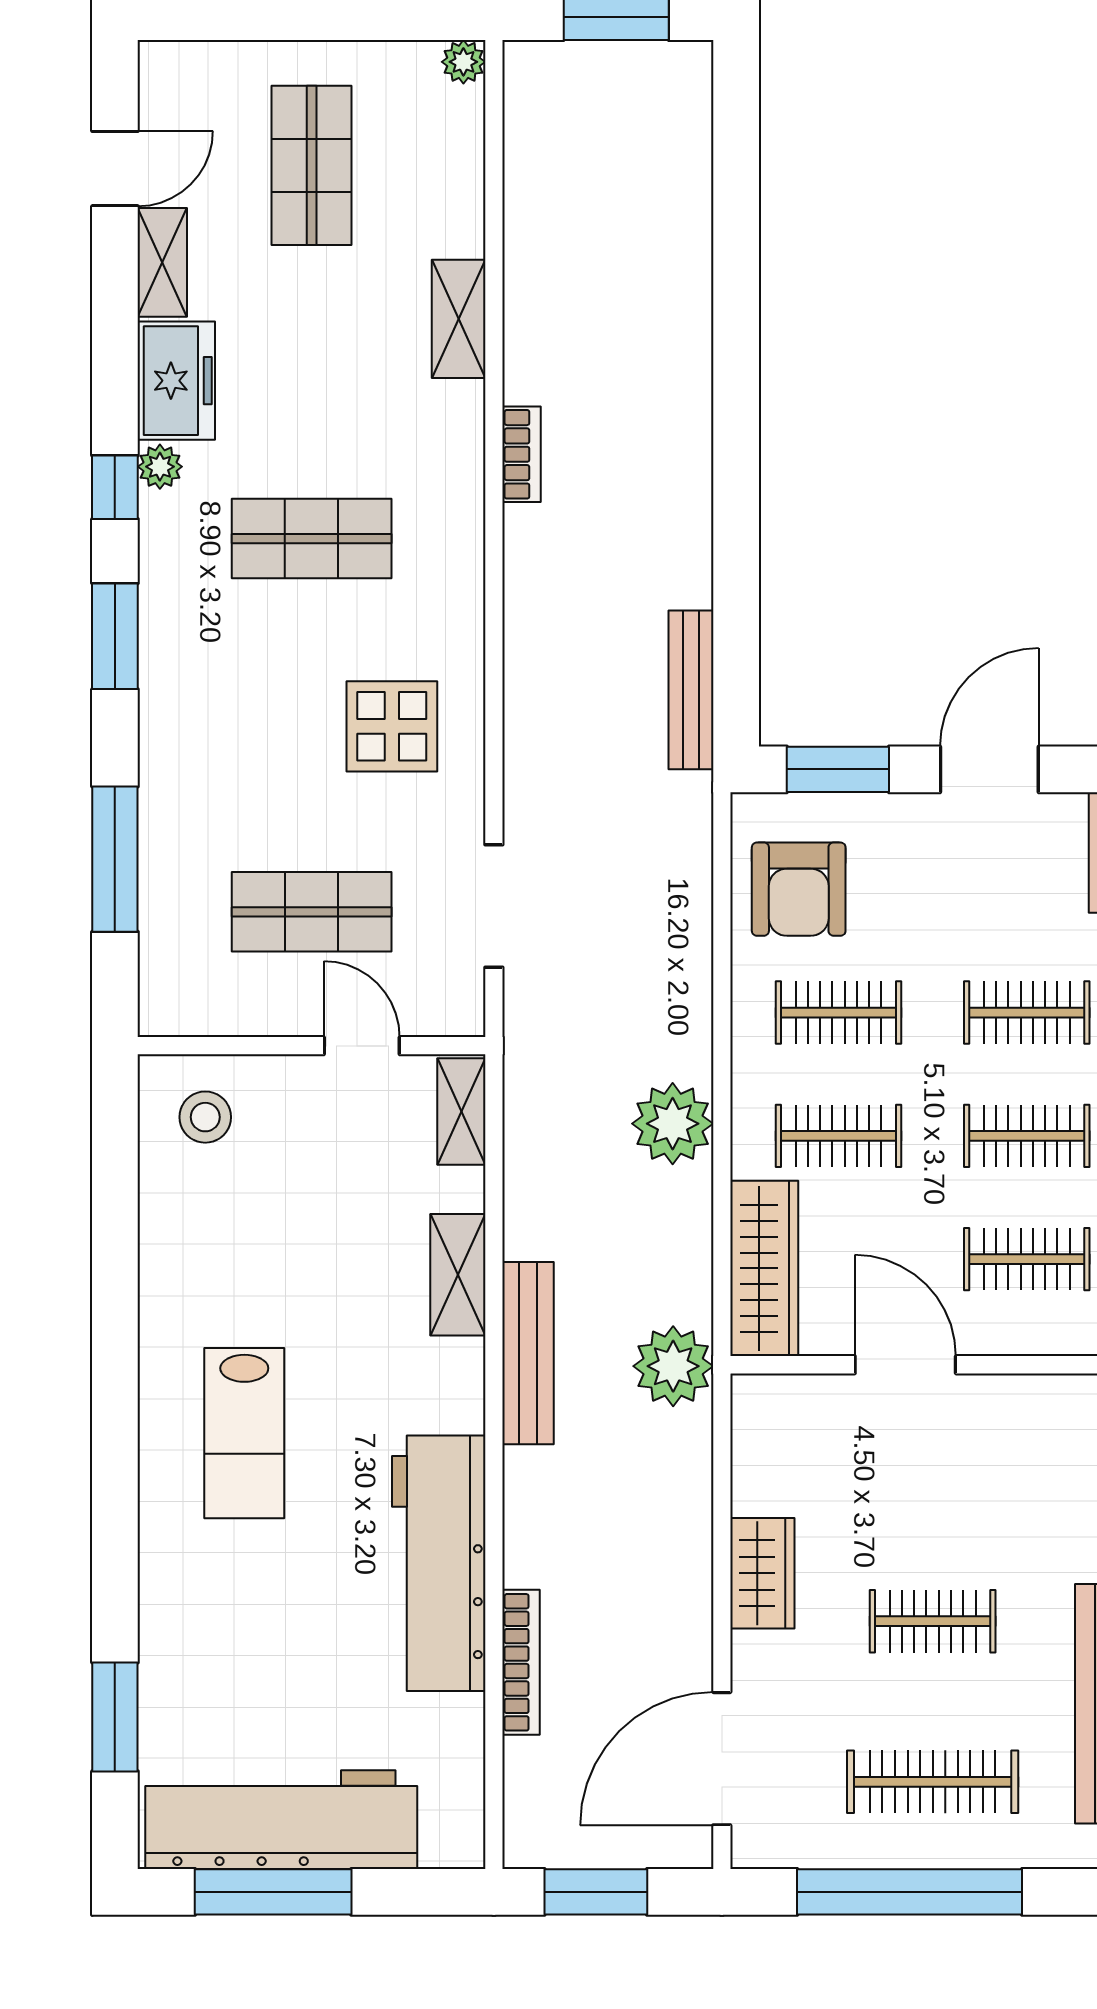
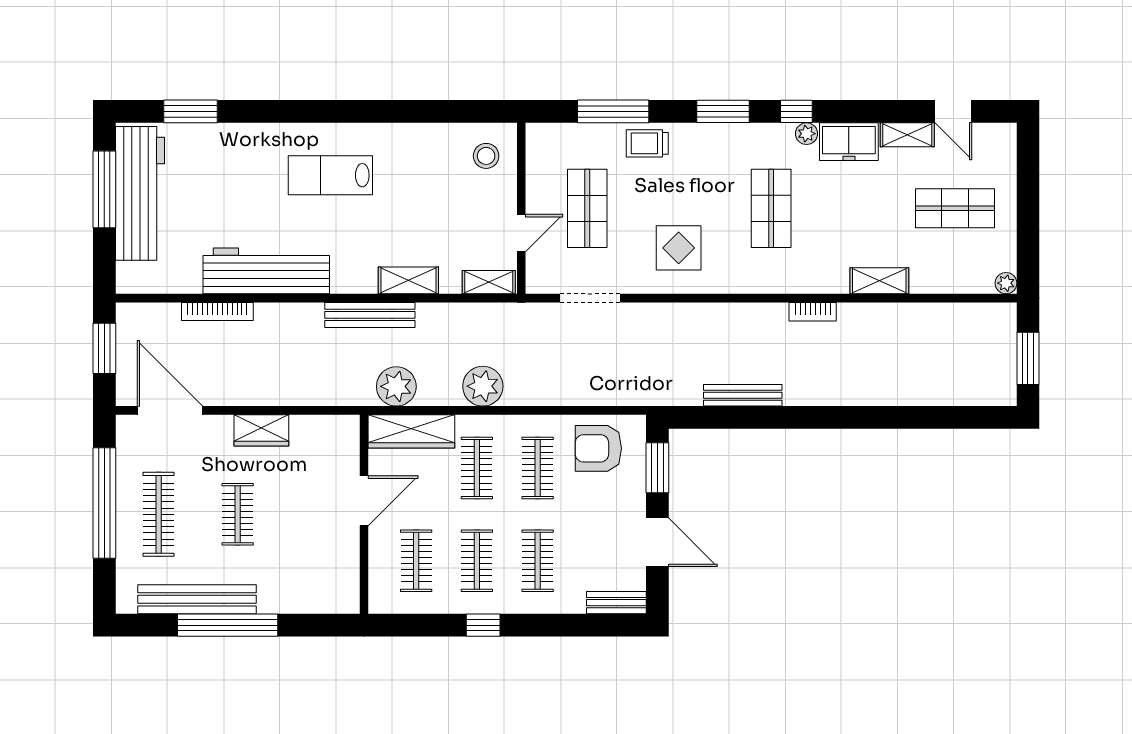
bench: (691, 690) -> (743, 395), moved
trolley: (180, 790) -> (647, 143), added
plant: (673, 1366) -> (396, 386), moved

